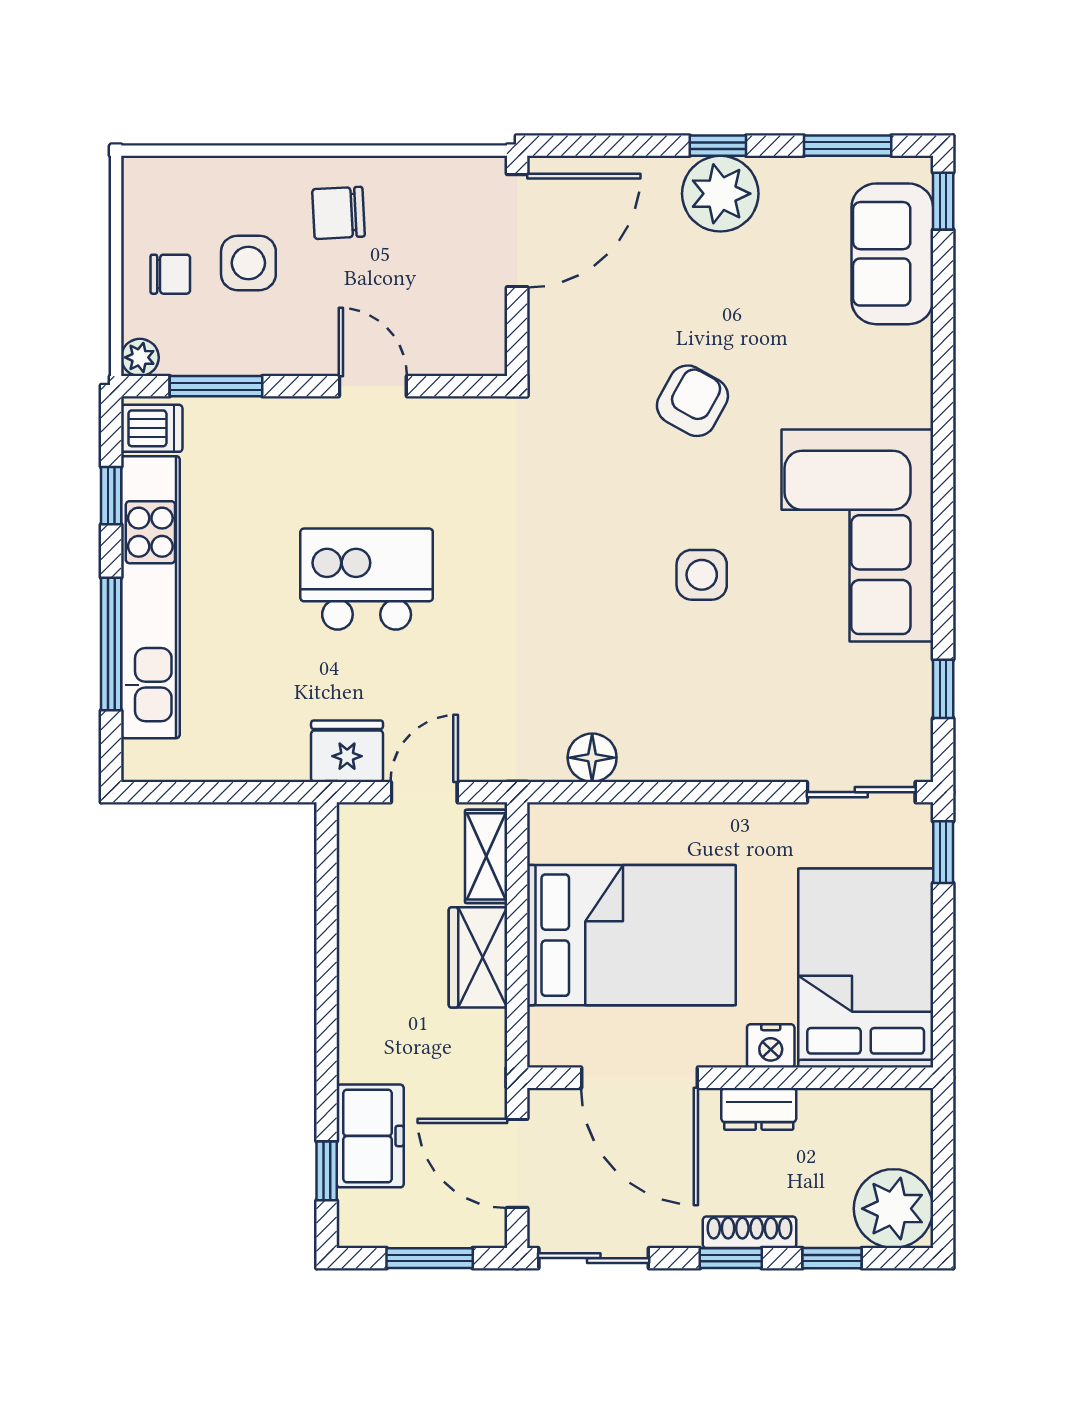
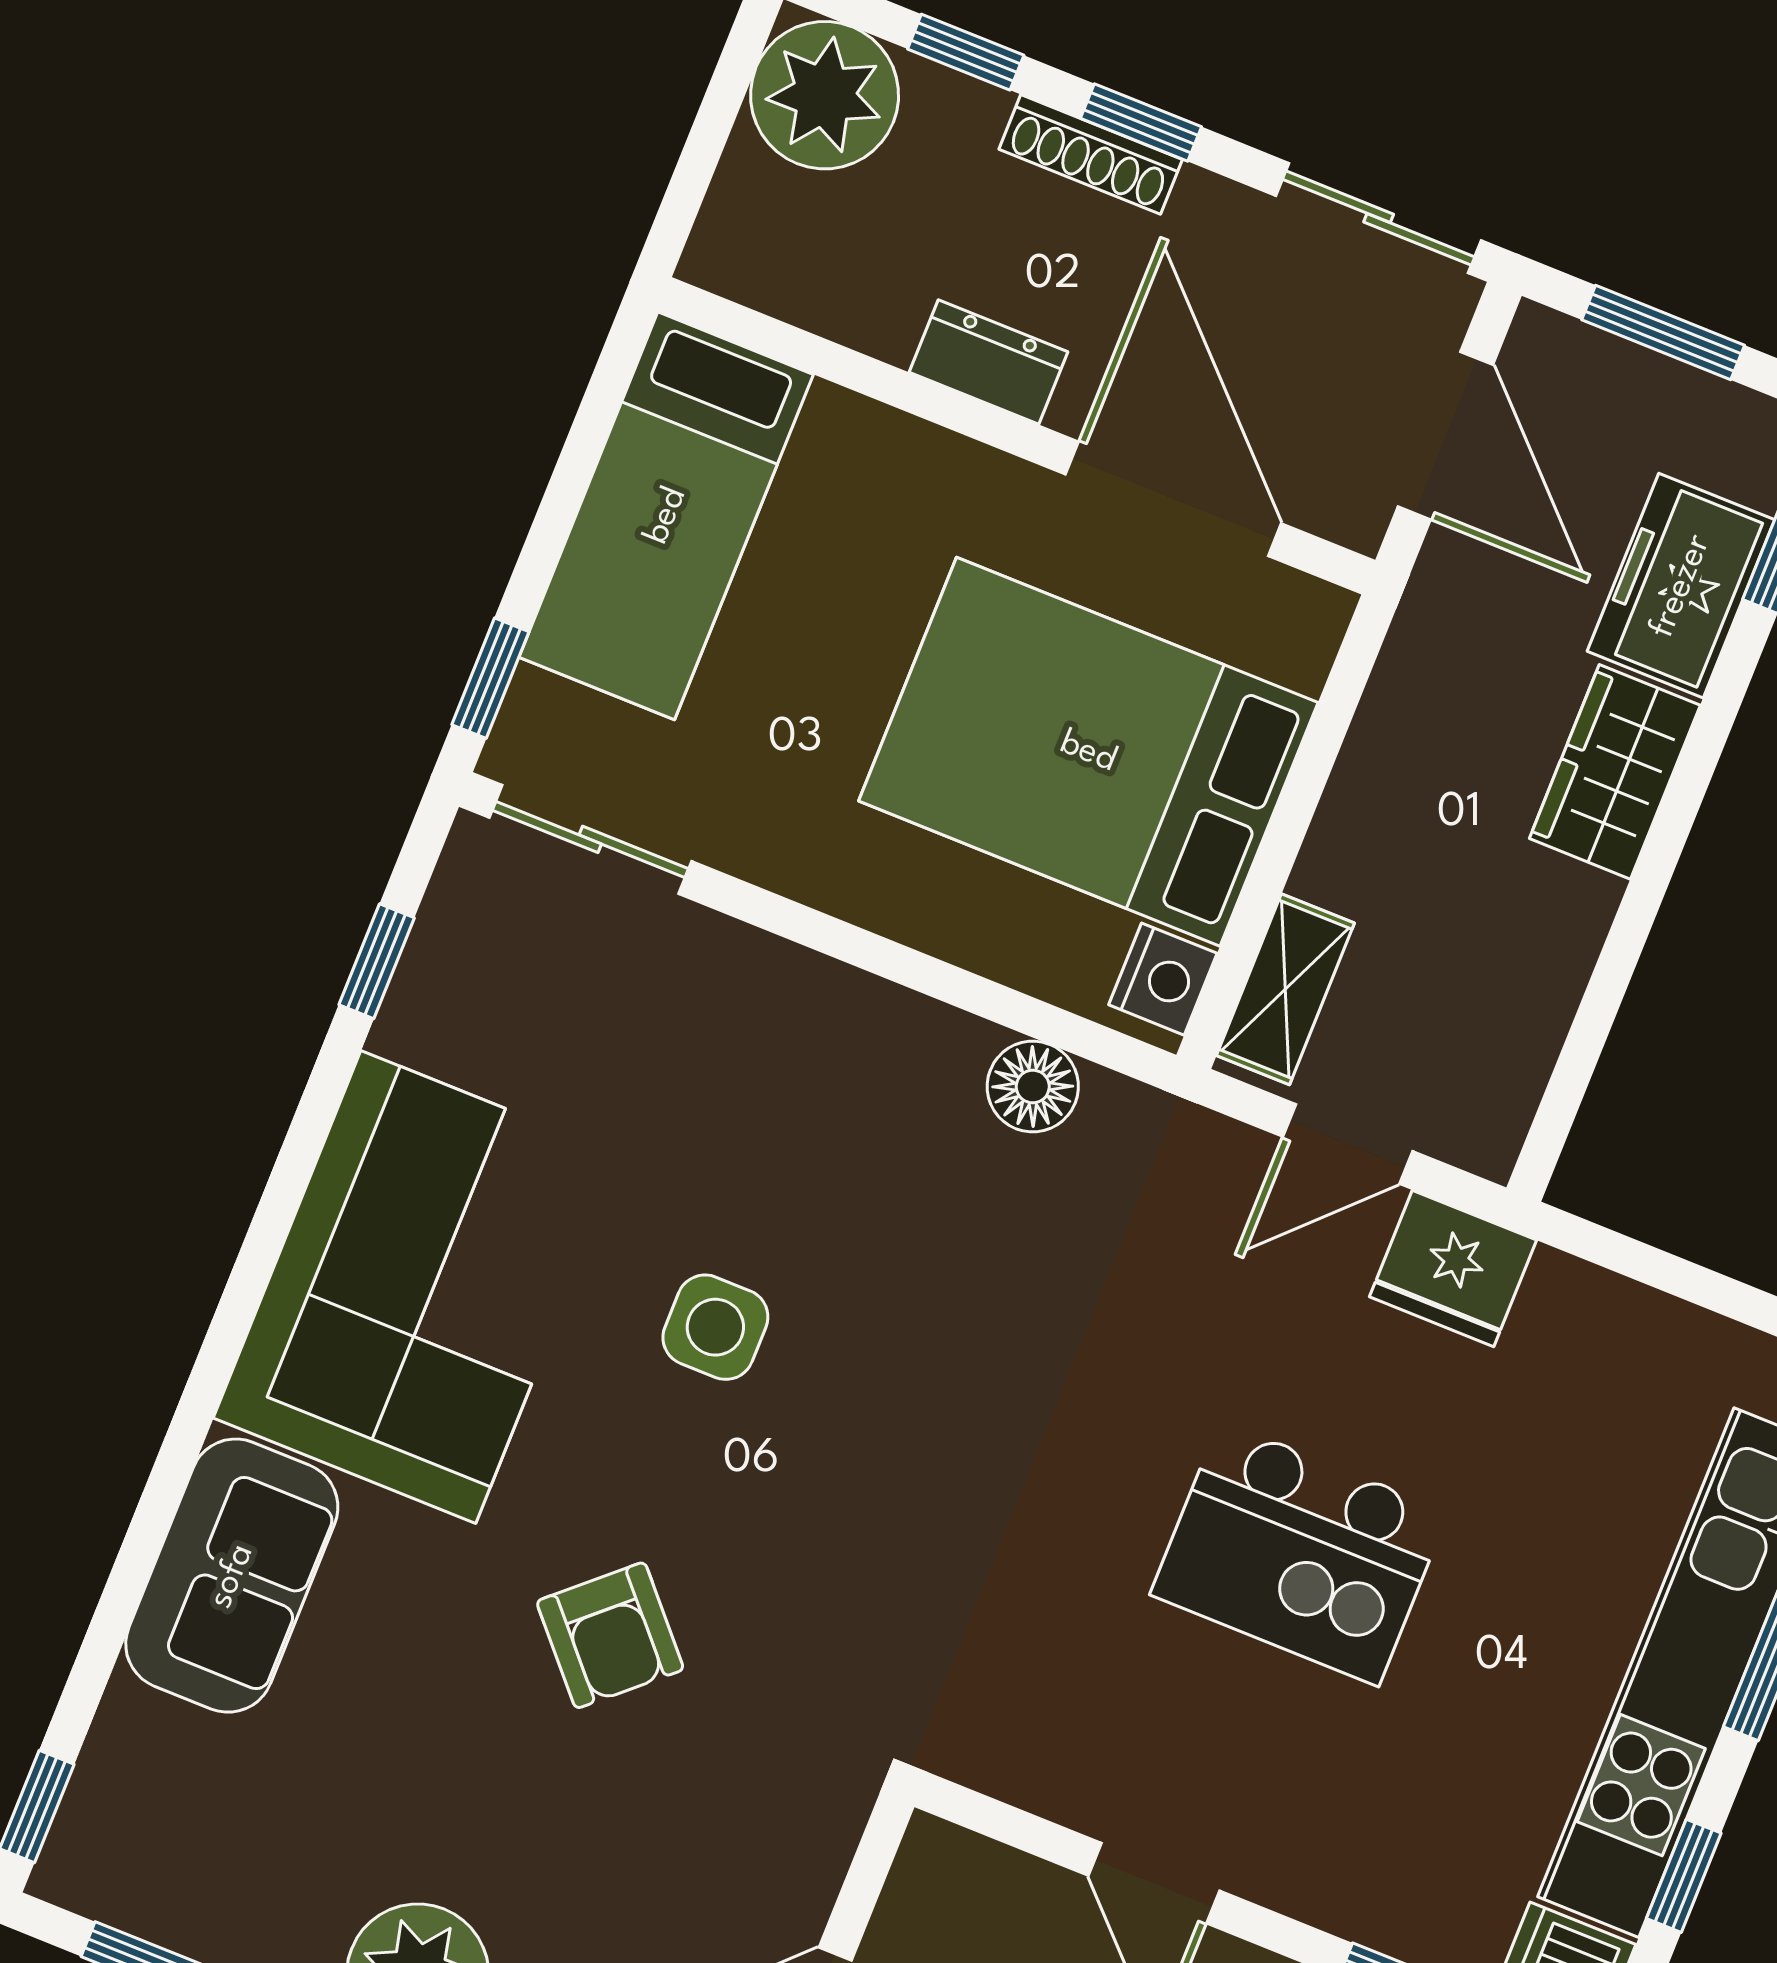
sofa: (892, 254) -> (232, 1576), moved
armchair: (692, 401) -> (610, 1635), turned -71
wardrobe: (478, 957) -> (1615, 772), moved, turned 180
bed: (866, 968) -> (666, 516), width x0.67
nightstand: (771, 1046) -> (1163, 979), moved, turned 90

